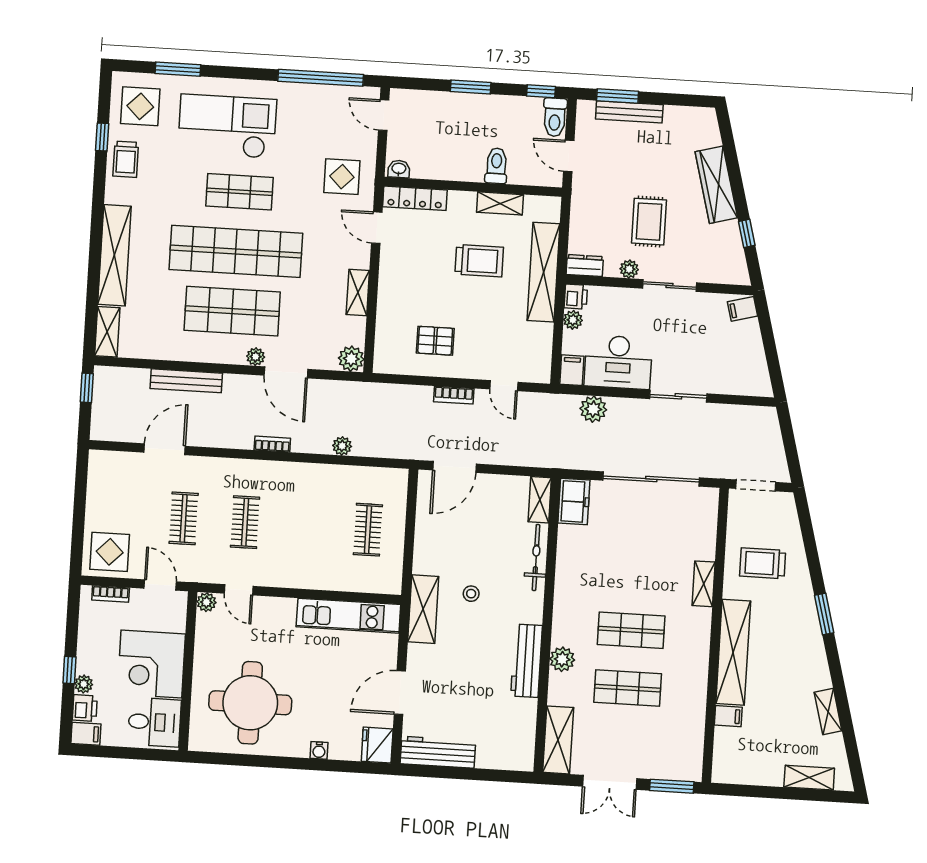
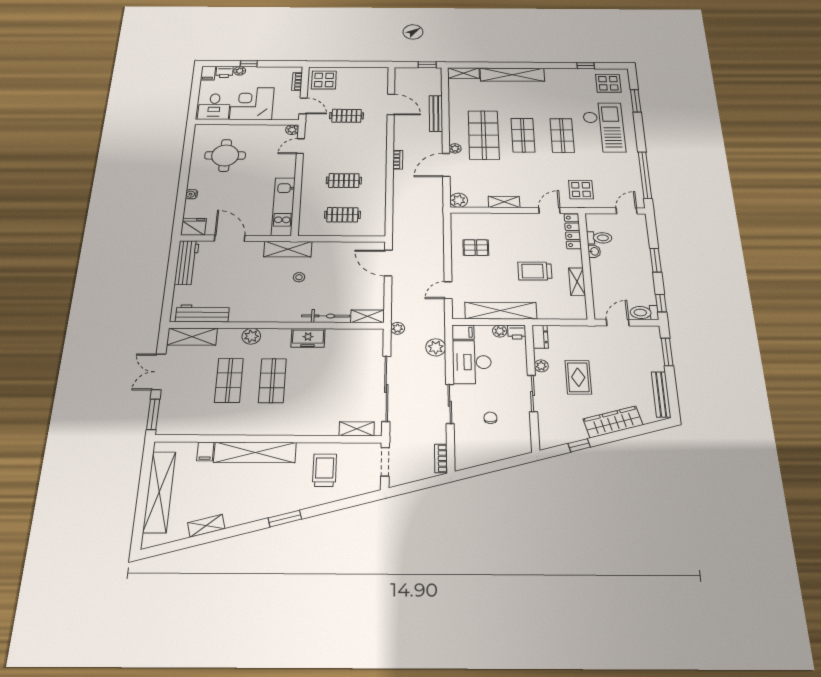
bench: (629, 112) -> (661, 394), moved
trolley: (126, 159) -> (574, 78), removed
toilet: (496, 166) -> (599, 238), moved
washbasin: (399, 169) -> (594, 251), moved
rug: (649, 222) -> (578, 377), turned 90
shop shelf: (236, 251) -> (523, 135), width x0.50, depth x0.74
trolley: (479, 261) -> (535, 271), turned 90
shelving: (543, 272) -> (501, 311), moved
filing cabinet: (742, 309) -> (521, 445), removed
pallet: (435, 341) -> (476, 248), turned 90
chair: (701, 345) -> (490, 418), added
bookcase: (454, 395) -> (441, 458), moved
plant: (342, 446) -> (398, 328), moved
freezer: (574, 501) -> (308, 338), moved
clothes rail: (245, 522) -> (344, 181), moved
shelving: (704, 584) -> (357, 429), moved
door: (160, 585) -> (303, 106), hinge flipped
workbench: (527, 661) -> (202, 313), moved
round table: (250, 703) -> (225, 155), width x0.73, depth x0.73
shelving: (809, 778) -> (159, 492), width x2.20, depth x1.33

